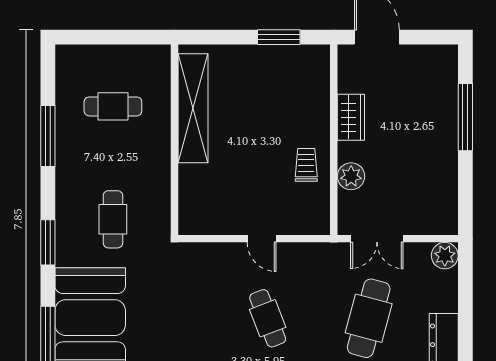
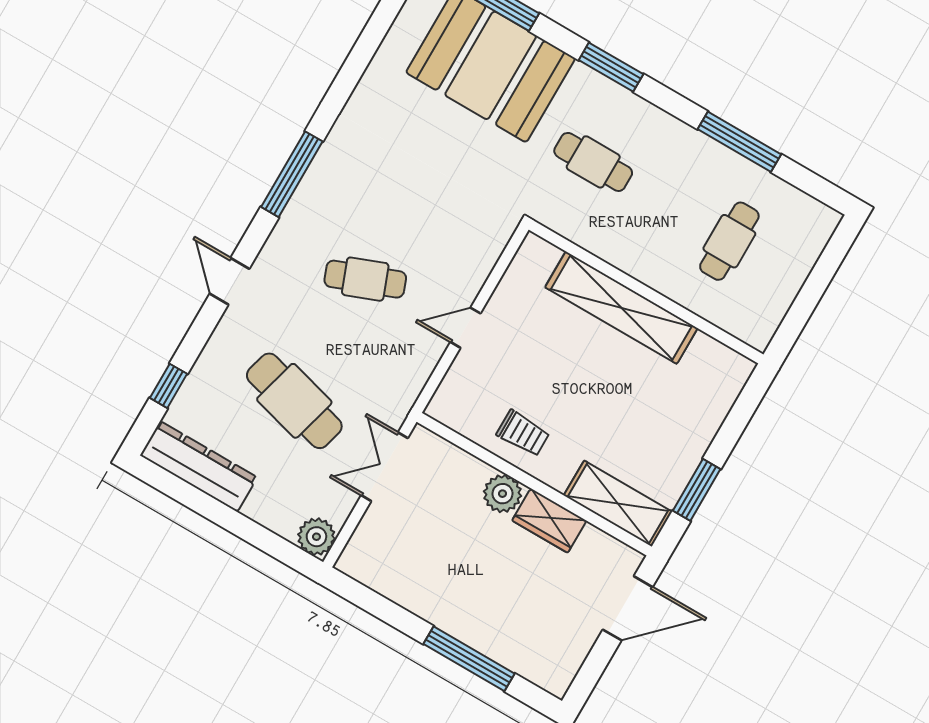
shelving: (316, 81) -> (618, 504), added
shelving: (193, 108) -> (621, 308), moved
plant: (351, 176) -> (503, 494), moved

